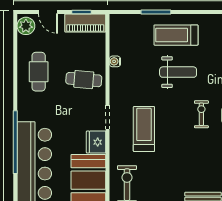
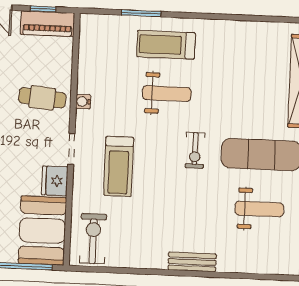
water cooler: (115, 61) -> (83, 102), moved
exercise bike: (201, 114) -> (195, 150), turned 180
treadmill: (144, 129) -> (119, 166), turned 180

